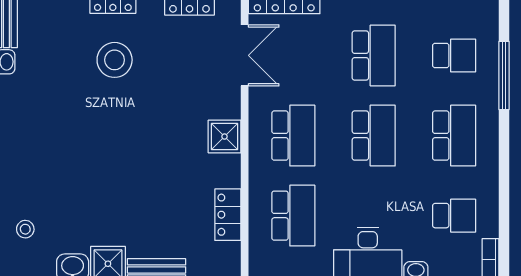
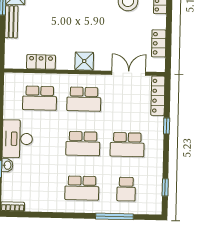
double door: (245, 55) -> (129, 73), swing flipped
school desk: (454, 216) -> (38, 187), removed

